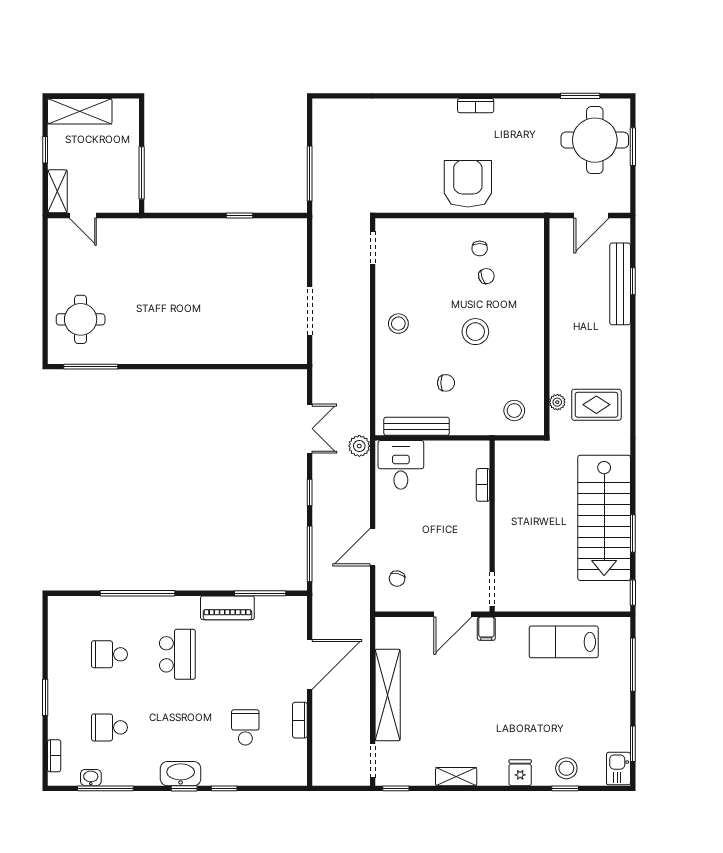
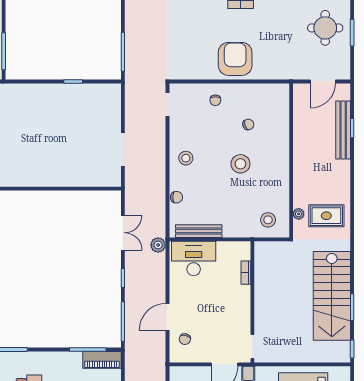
round table: (595, 140) -> (325, 28), width x0.73, depth x0.73
chair: (480, 248) -> (215, 100), moved
chair: (446, 383) -> (177, 197), moved
desk: (401, 465) -> (194, 258), width x1.37
piano: (227, 608) -> (102, 360), moved

